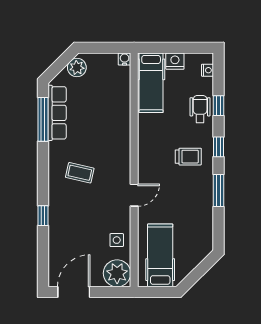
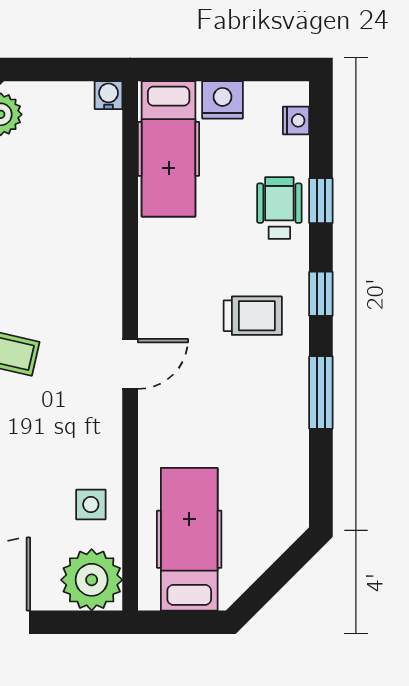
door: (134, 195) -> (130, 364), moved

